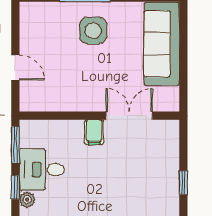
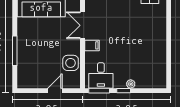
side table: (93, 30) -> (71, 63), moved
desk: (42, 170) -> (101, 76), moved

